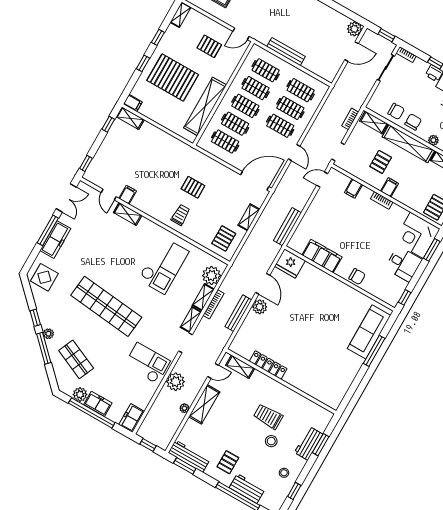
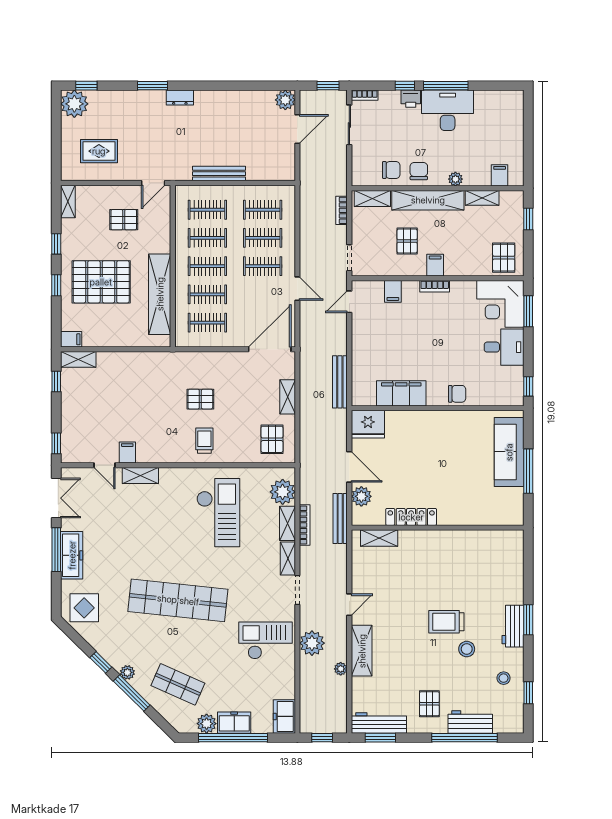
locker: (268, 365) -> (411, 517), moved
shelving: (240, 367) -> (379, 538), moved
wall: (281, 381) -> (438, 528), moved

